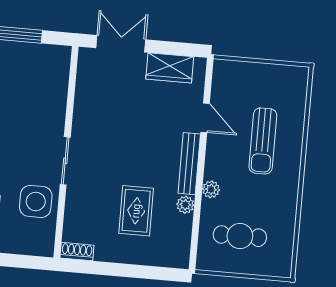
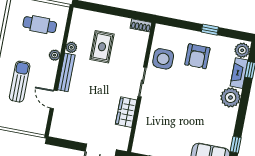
wardrobe: (170, 68) -> (126, 112), moved, turned -90

